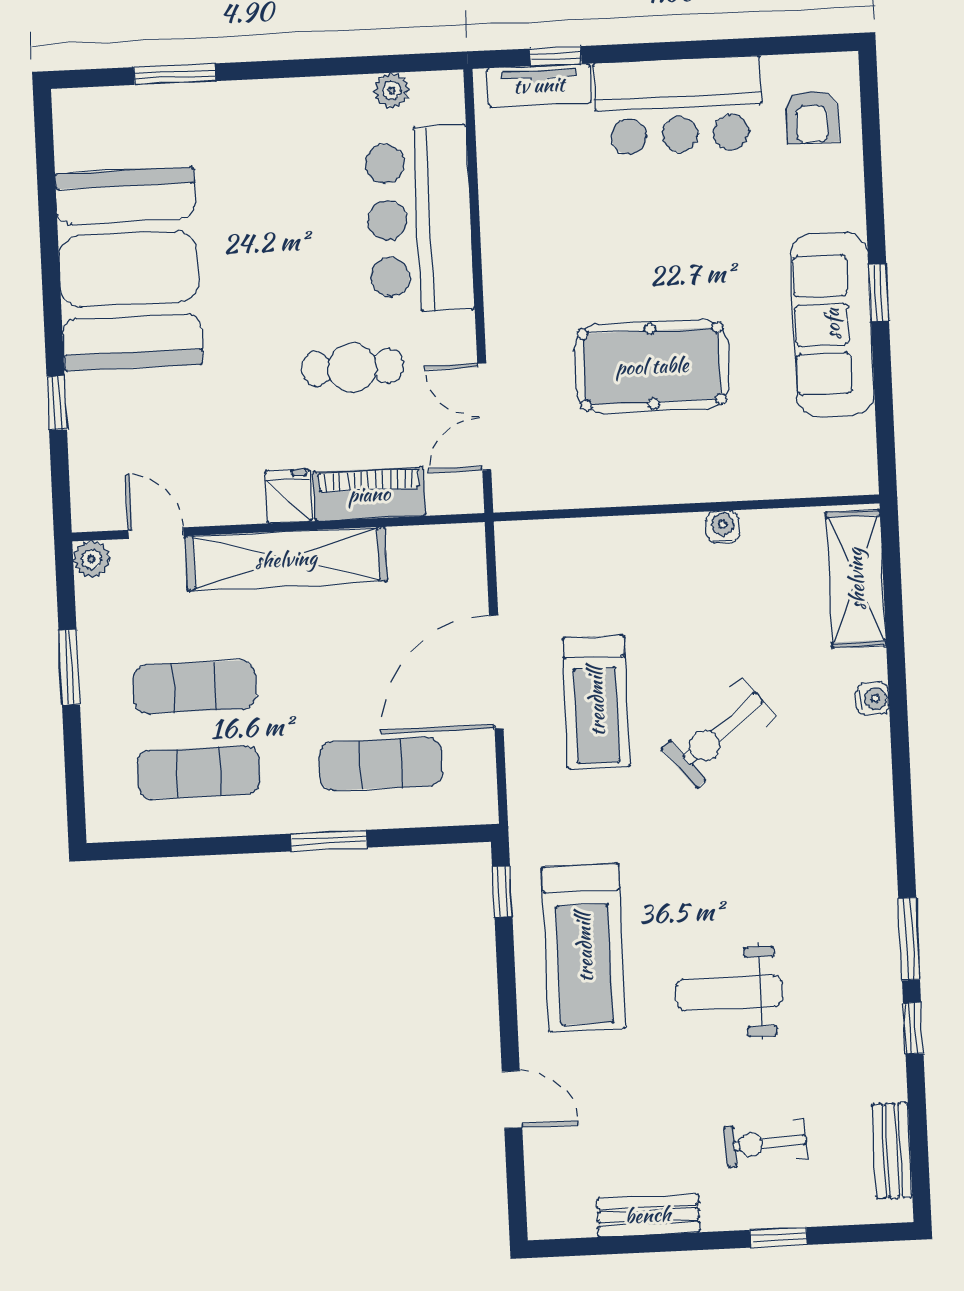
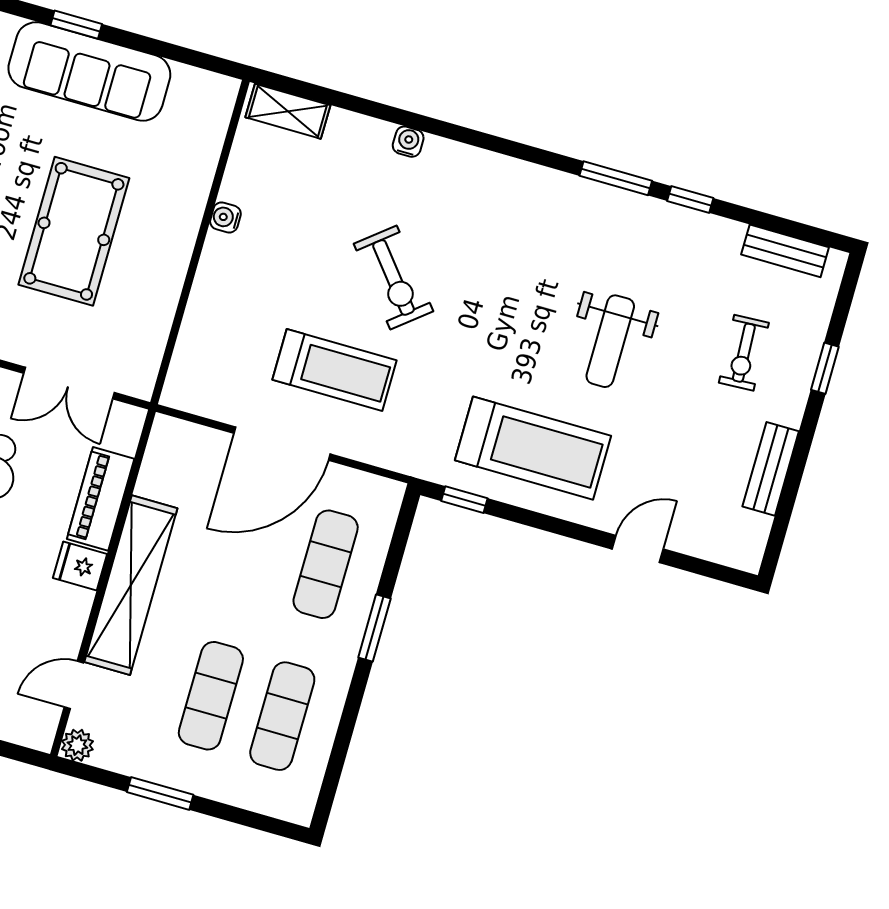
shelving: (856, 579) -> (288, 111), width x0.67, depth x0.75
door: (496, 672) -> (282, 444), hinge flipped

